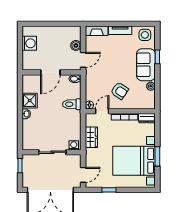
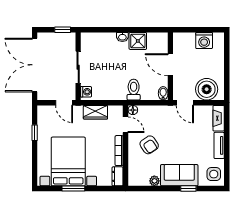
boiler: (76, 45) -> (207, 89), width x1.86, depth x1.86
armchair: (120, 91) -> (149, 145), turned -68
door: (83, 175) -> (64, 103), moved

